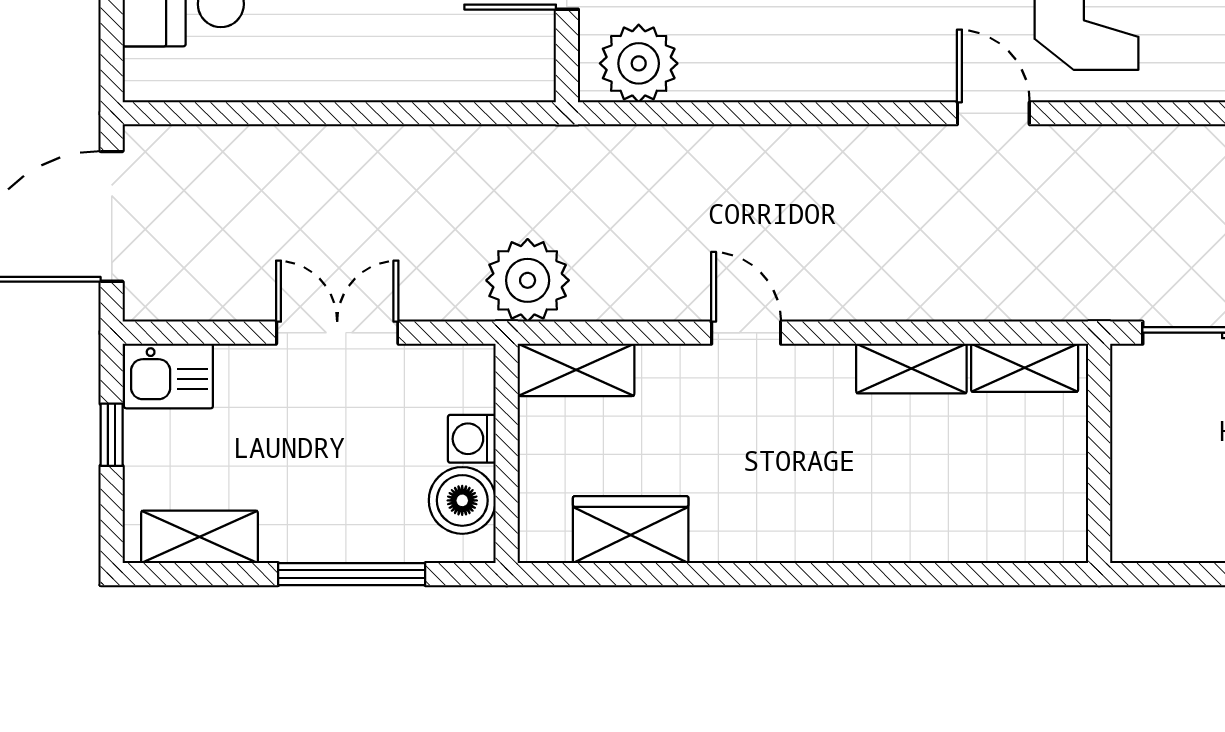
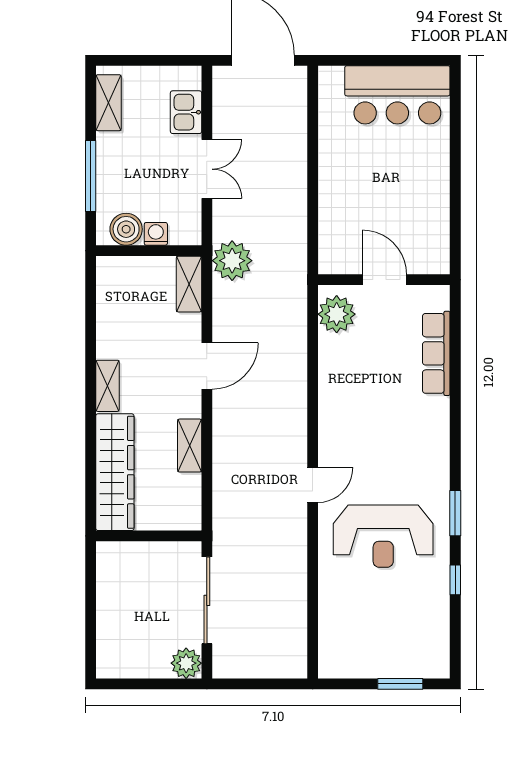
door: (746, 333) -> (207, 366), width x1.38
shelving: (1025, 368) -> (107, 386), moved
kitchen sink: (168, 376) -> (186, 112), moved
window: (112, 435) -> (158, 60), removed
wardrobe: (631, 530) -> (115, 472), moved, width x2.10, depth x1.17

